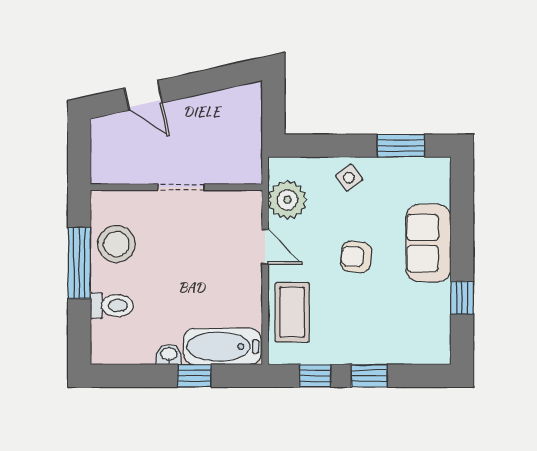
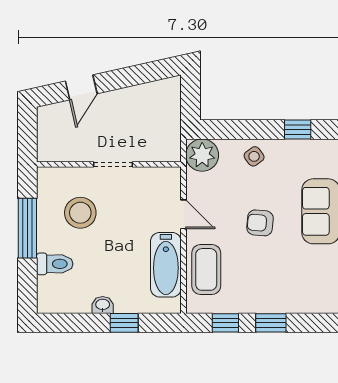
door: (143, 95) -> (81, 87), hinge flipped
window: (401, 146) -> (298, 129), width x0.67
plant: (287, 200) -> (202, 155), moved
stool: (116, 244) -> (80, 213), moved
bathtub: (222, 347) -> (166, 265), moved, turned -90

